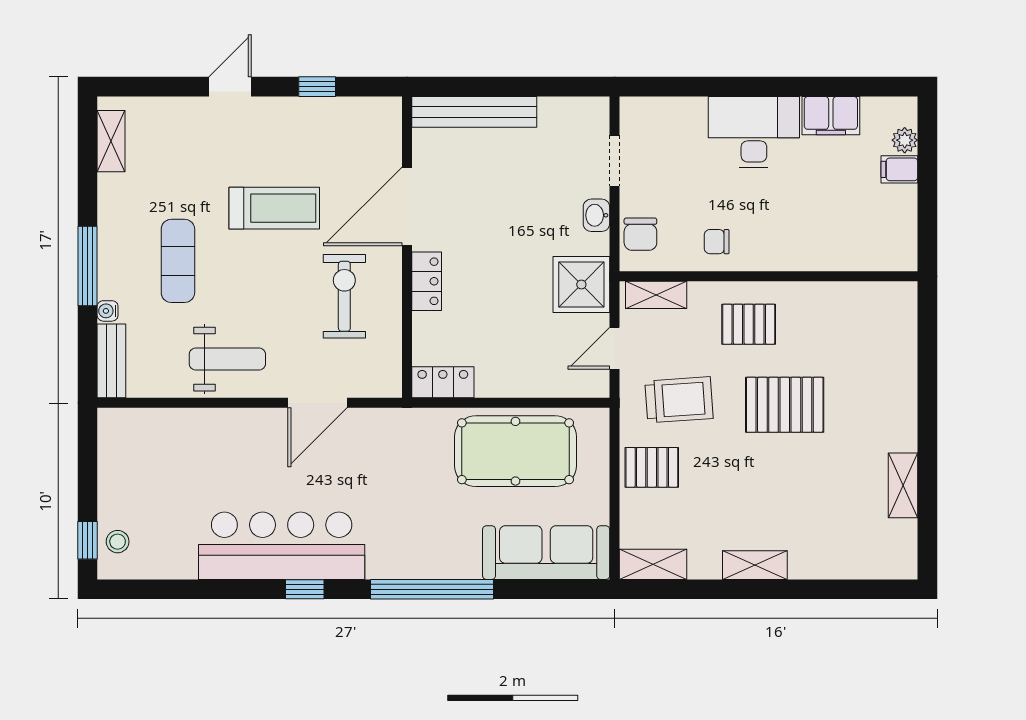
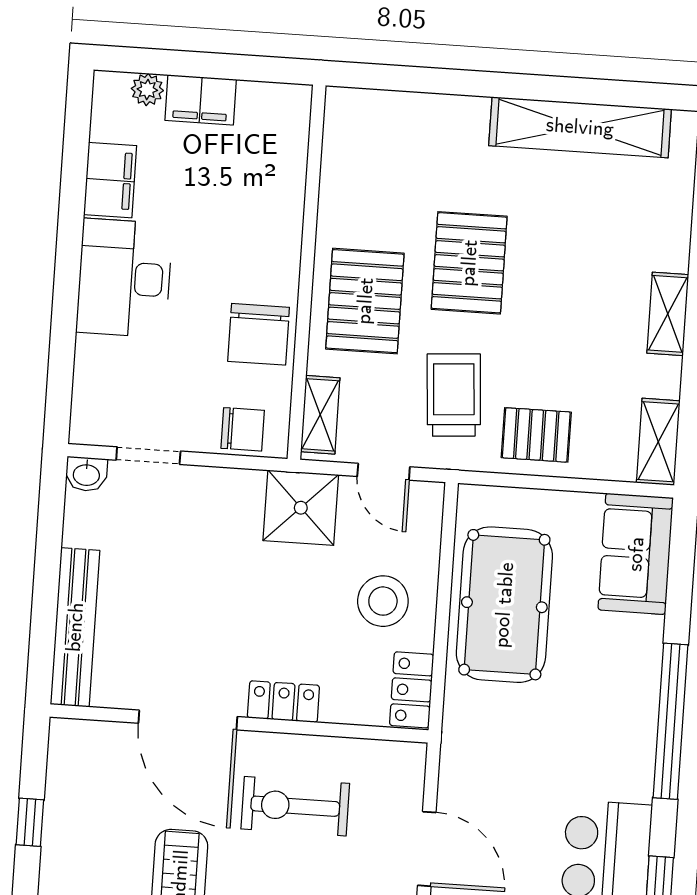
filing cabinet: (899, 169) -> (201, 100), width x2.00
washbasin: (596, 215) -> (86, 474), moved
chair: (717, 242) -> (259, 334), width x1.87, depth x1.87
pallet: (749, 324) -> (365, 301), width x1.50, depth x1.42
stool: (512, 355) -> (383, 601), added
pallet: (652, 467) -> (536, 435), turned 90
shelving: (903, 485) -> (580, 127), width x2.20, depth x1.33
sofa: (546, 553) -> (636, 554), width x0.73

